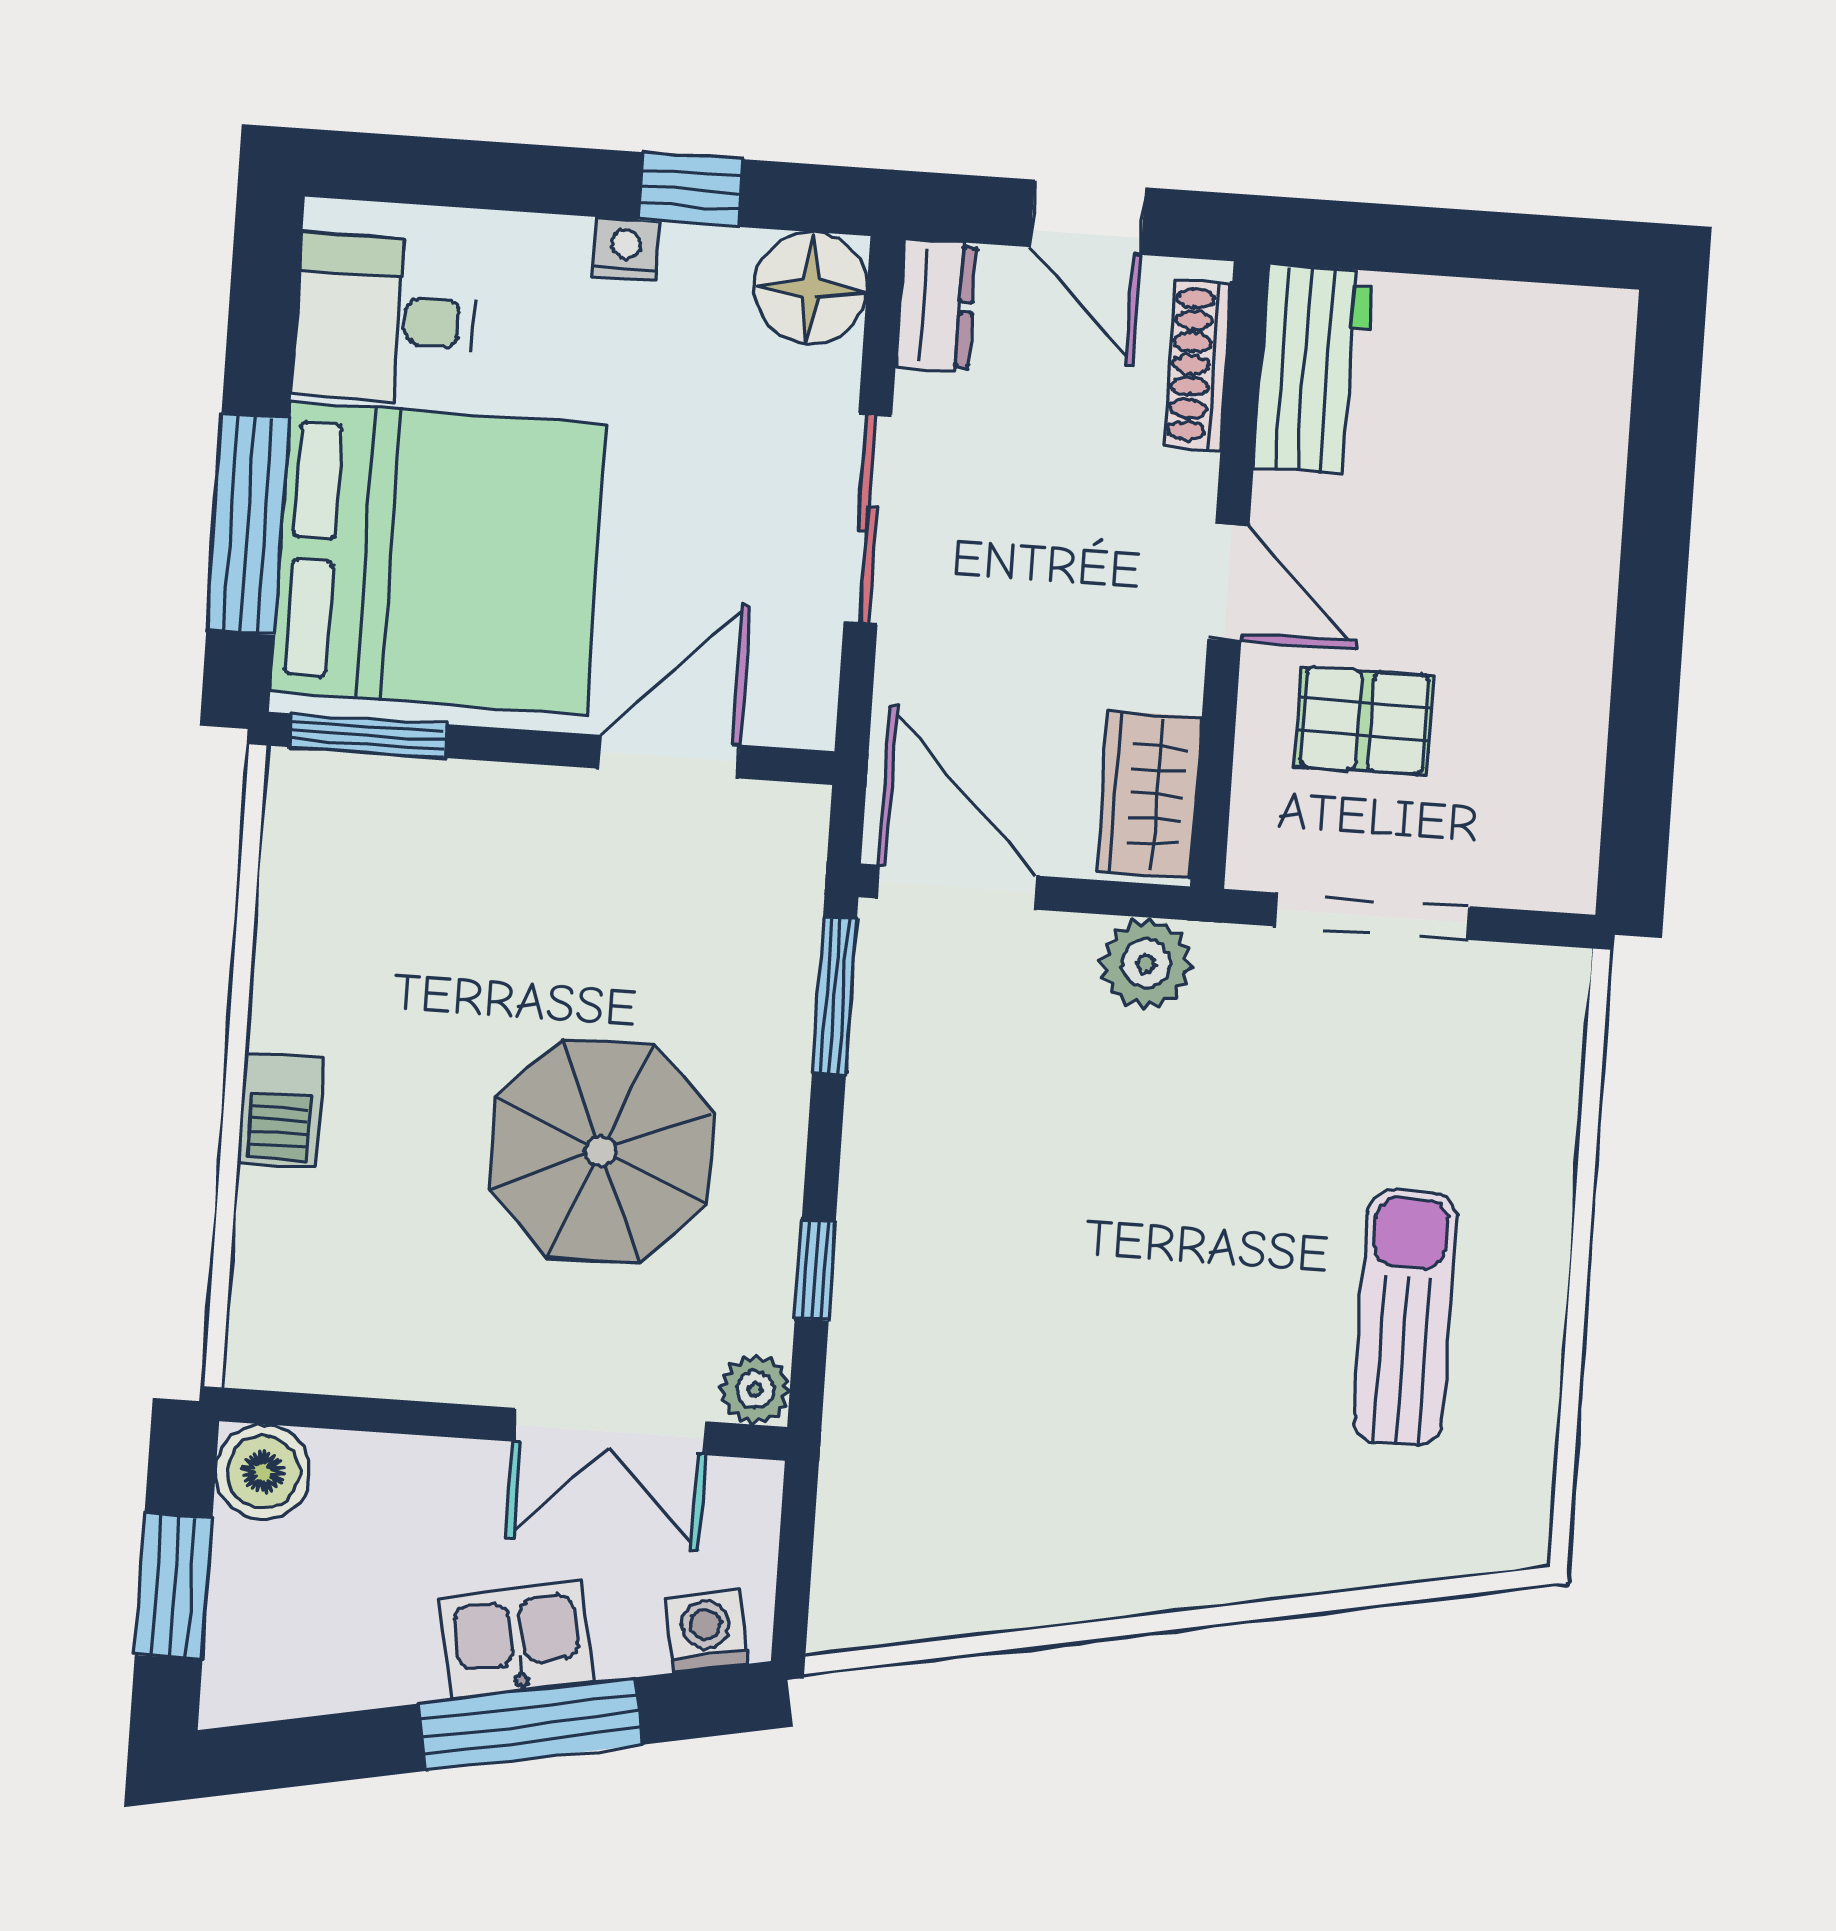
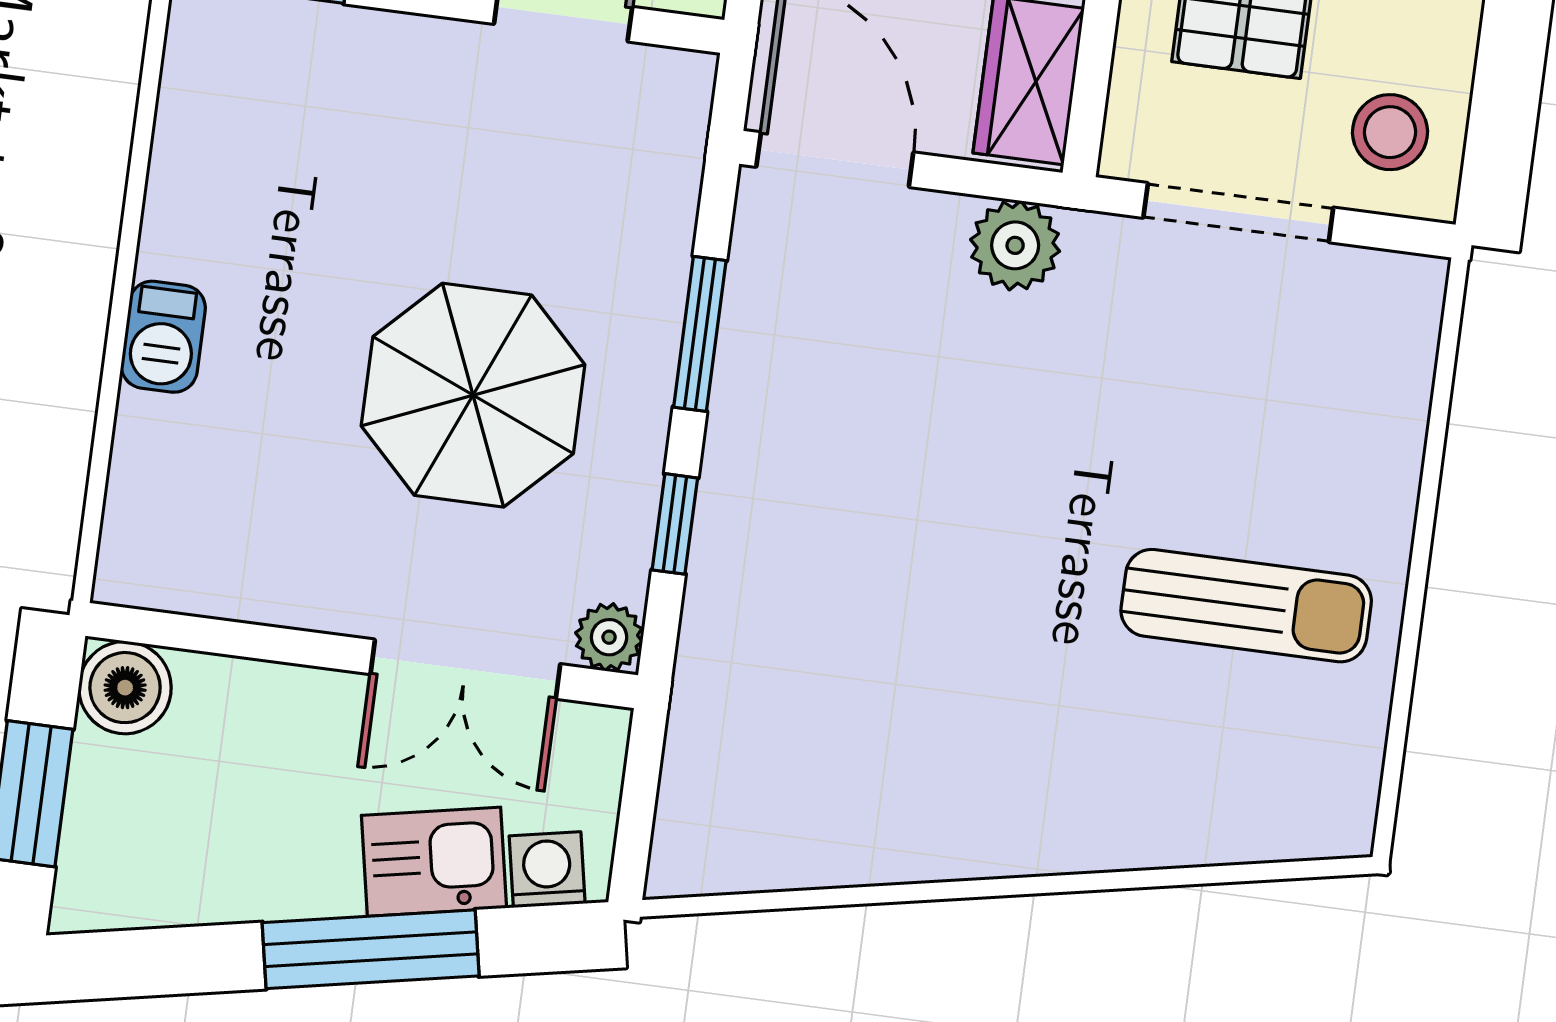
stool: (1522, 824) -> (1390, 132), added
window: (834, 996) -> (700, 334), moved
sun lounger: (1405, 1318) -> (1246, 606), turned 90
kitchen sink: (517, 1639) -> (434, 862), moved

